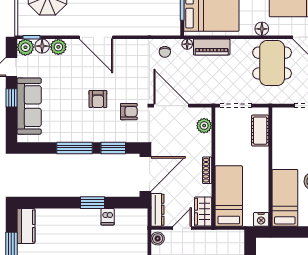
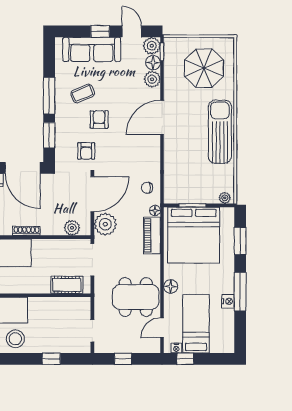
plant: (201, 93) -> (105, 224), added
armchair: (98, 99) -> (99, 120), turned 90
coffee table: (72, 115) -> (83, 94), added

